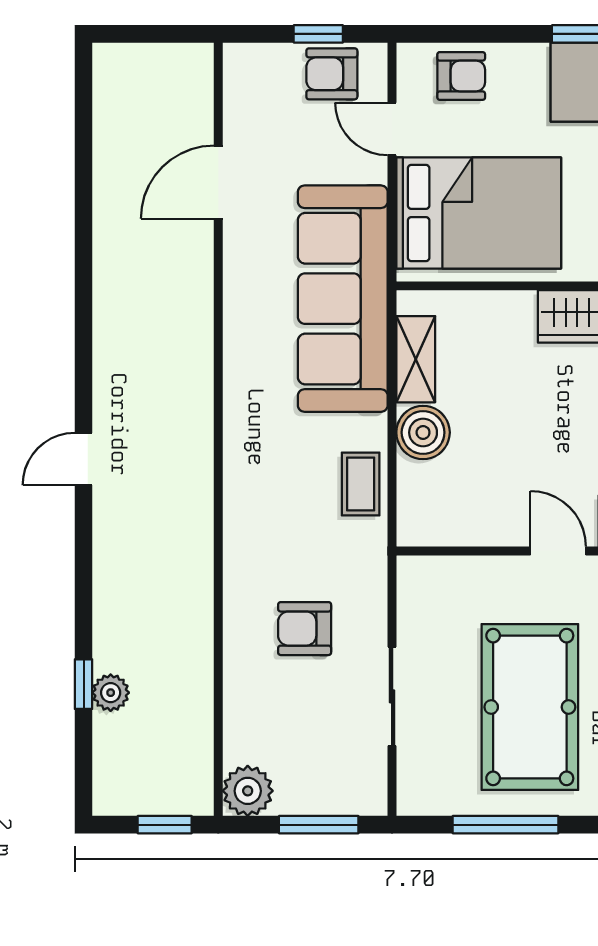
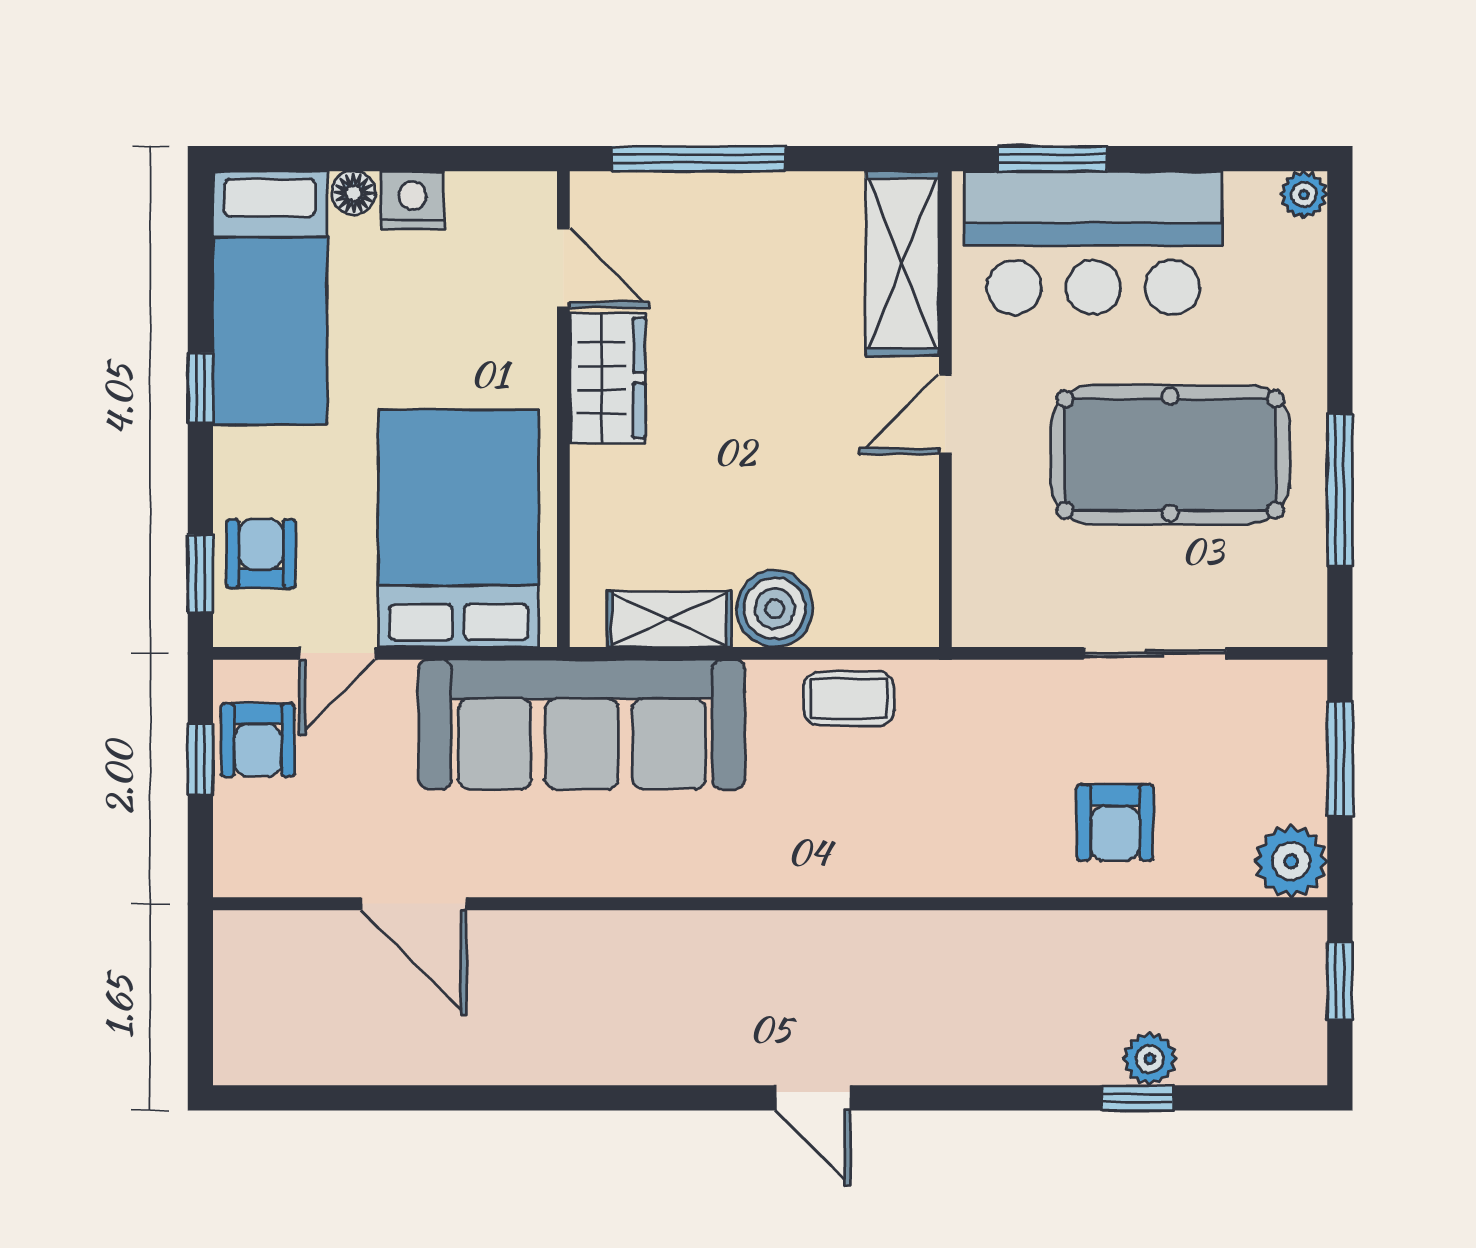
window: (447, 34) -> (200, 574), added
armchair: (305, 629) -> (1115, 822), moved

